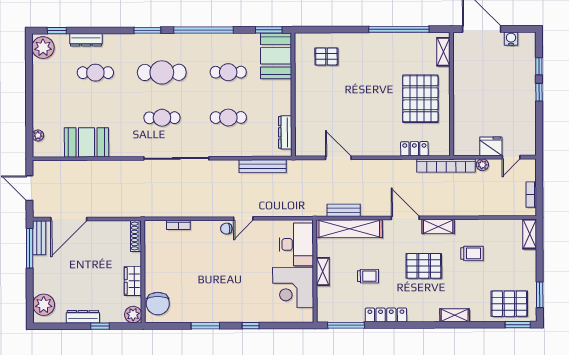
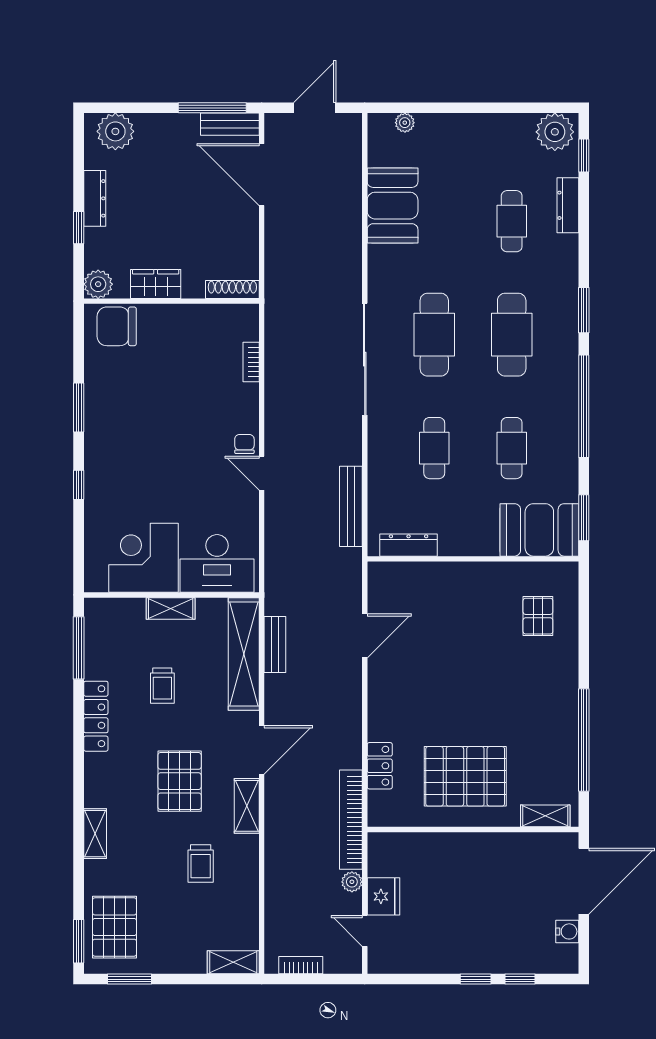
cafe table: (162, 118) -> (434, 335), width x1.37, depth x1.35

